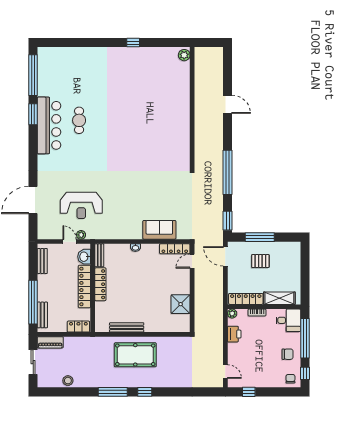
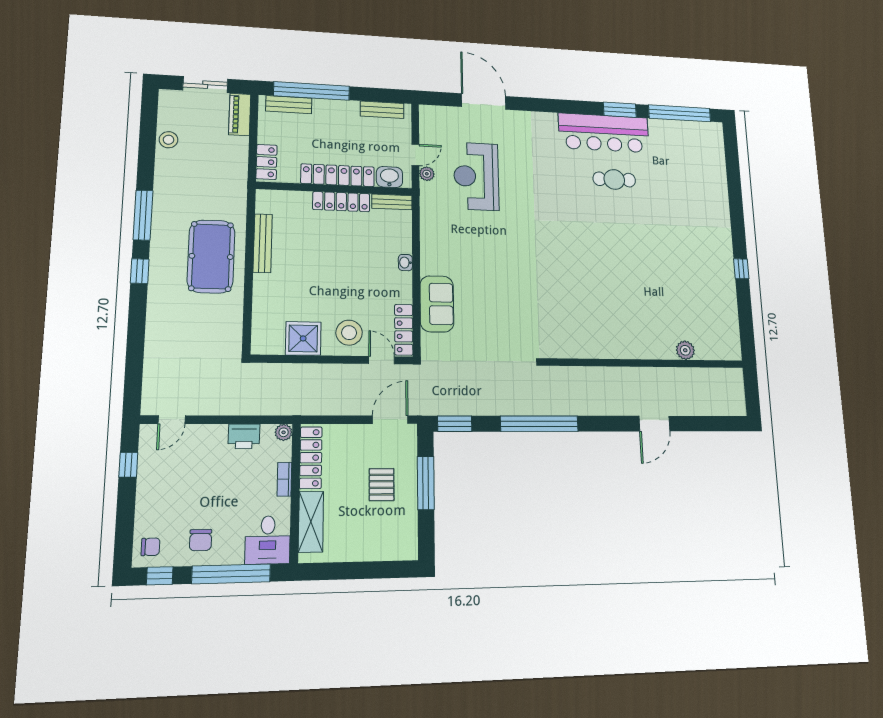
plant: (184, 55) -> (685, 350), moved
stool: (177, 279) -> (349, 333), added

